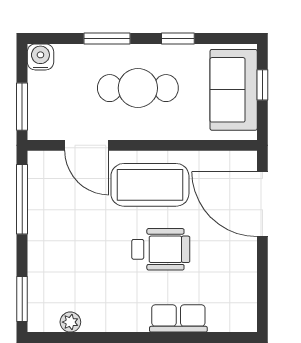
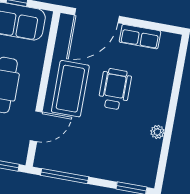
row of seats: (178, 318) -> (140, 37), moved, turned -90
plant: (70, 322) -> (157, 132), moved

